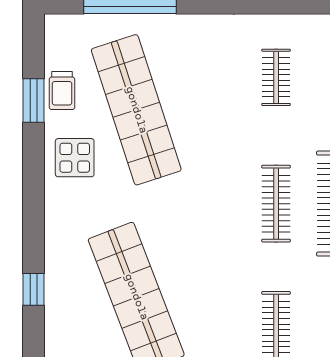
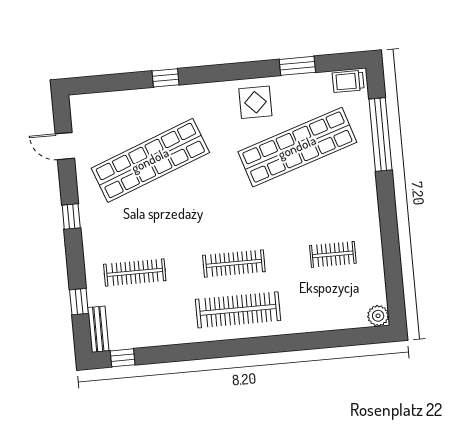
trolley: (62, 91) -> (348, 81), moved
window: (34, 289) -> (166, 78), moved

